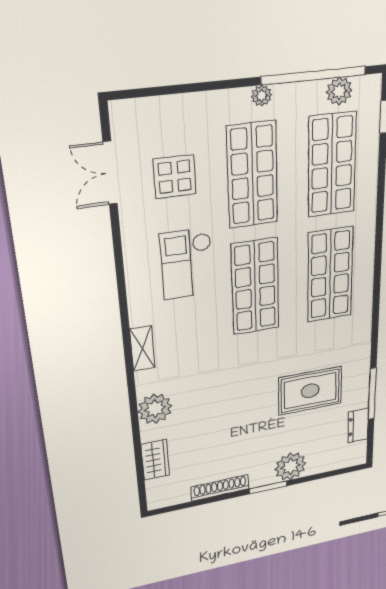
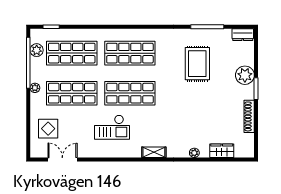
double door: (110, 173) -> (62, 160), swing flipped
display table: (175, 177) -> (48, 129), moved
plant: (155, 409) -> (194, 153), width x0.53, depth x0.53
dresser: (358, 426) -> (243, 35), moved

